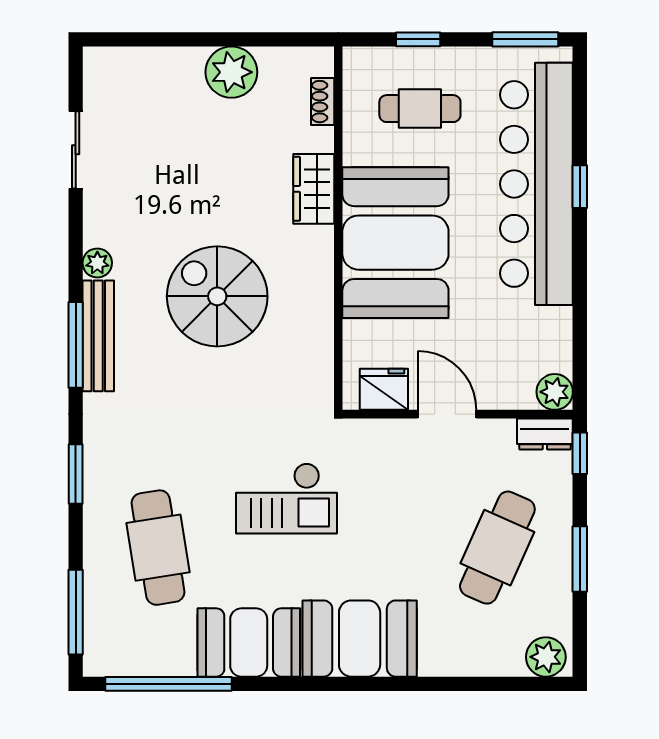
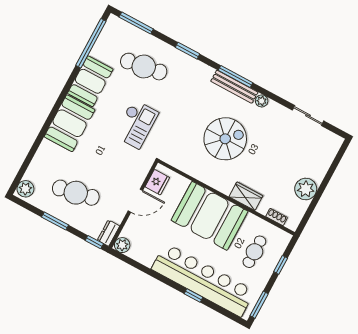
checkout: (287, 498) -> (136, 124), turned 180
cafe table: (497, 548) -> (76, 193), turned -36

